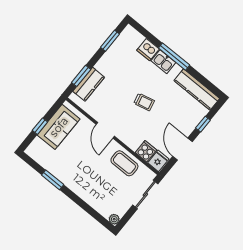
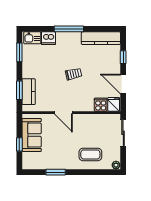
kitchen sink: (163, 62) -> (32, 38), moved
coffee table: (124, 163) -> (90, 154), moved

